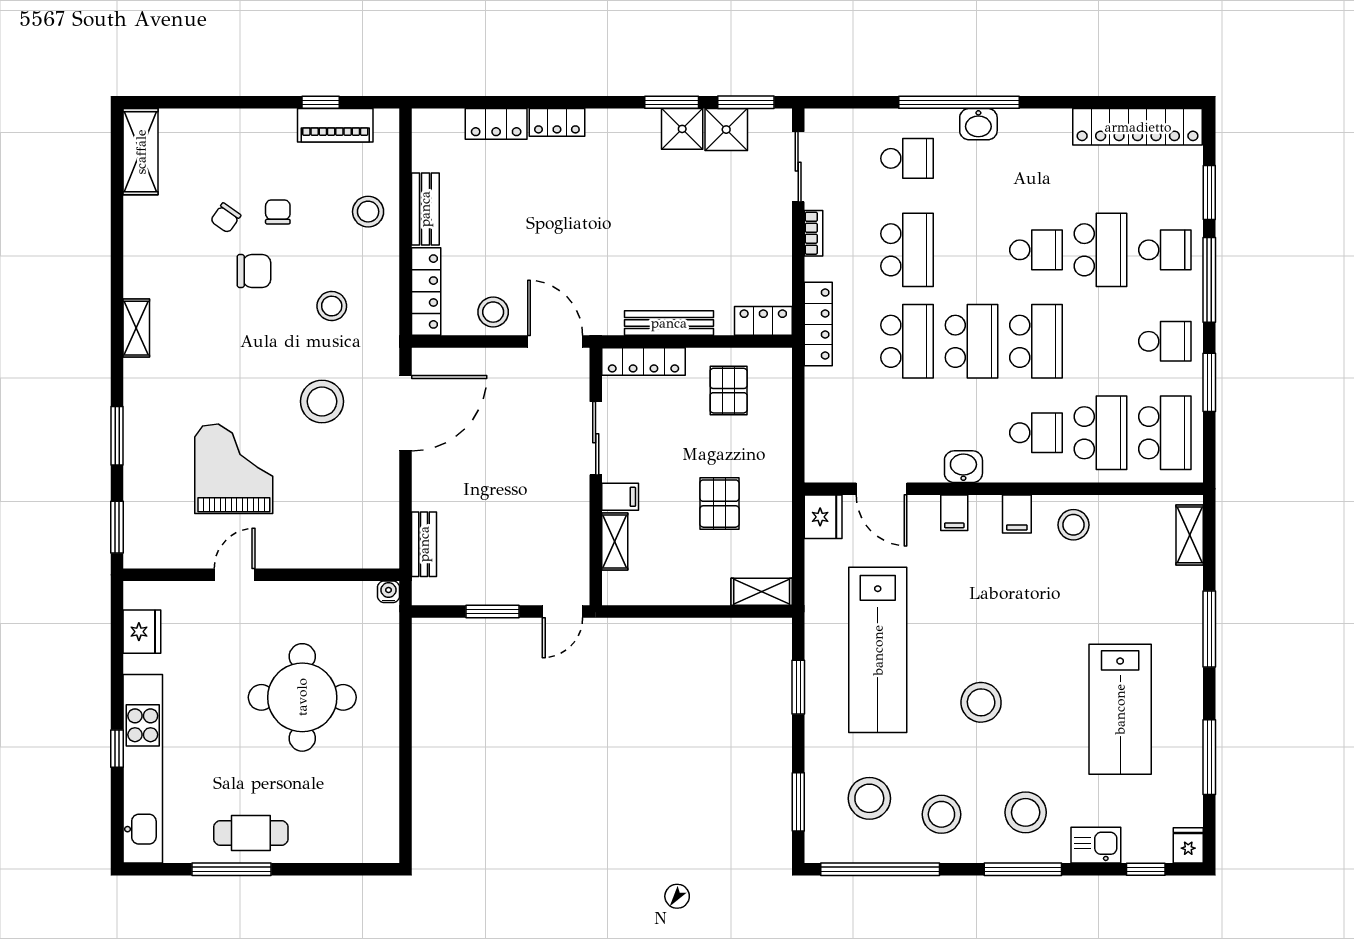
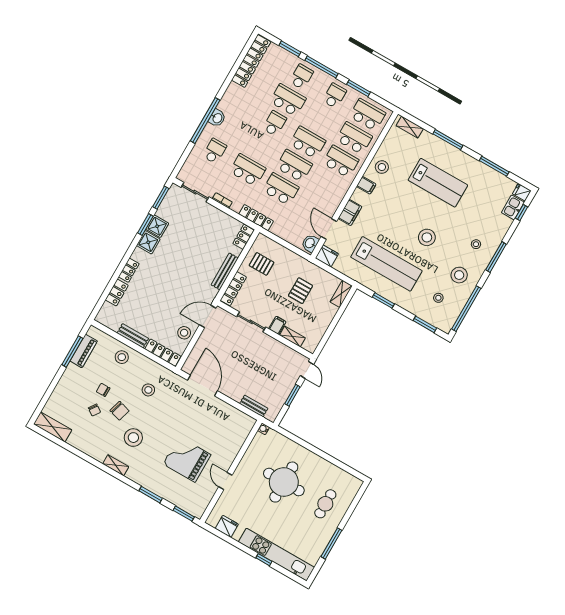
window: (321, 102) -> (72, 352), width x2.17
shower: (726, 130) -> (148, 242), moved
chair: (254, 271) -> (120, 411), turned 106
stool: (322, 401) -> (133, 438), moved
school desk: (1036, 433) -> (341, 161), width x1.85
washbasin: (963, 467) -> (310, 243), moved
door: (881, 489) -> (329, 229), swing flipped
pallet: (719, 504) -> (301, 291), turned 90
filing cabinet: (954, 513) -> (350, 213), width x2.00
lab bench: (1120, 709) -> (438, 183), moved
stool: (869, 798) -> (438, 298), width x0.53, depth x0.53
stool: (1026, 812) -> (476, 244), width x0.53, depth x0.53
cafe table: (251, 833) -> (325, 504), moved
kitchen sink: (1096, 845) -> (513, 207), moved

